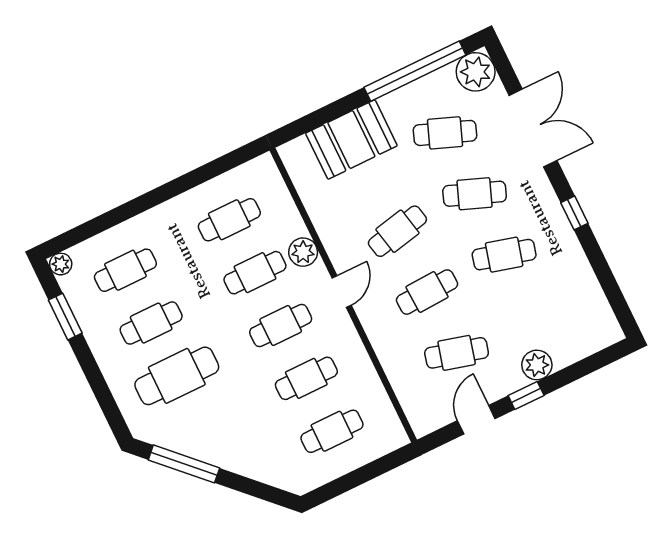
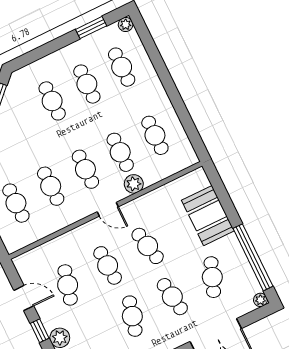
plant: (476, 72) -> (260, 300), width x0.53, depth x0.53
cafe table: (475, 194) -> (172, 297), turned -30
cafe table: (177, 376) -> (52, 101), width x0.73, depth x0.74

